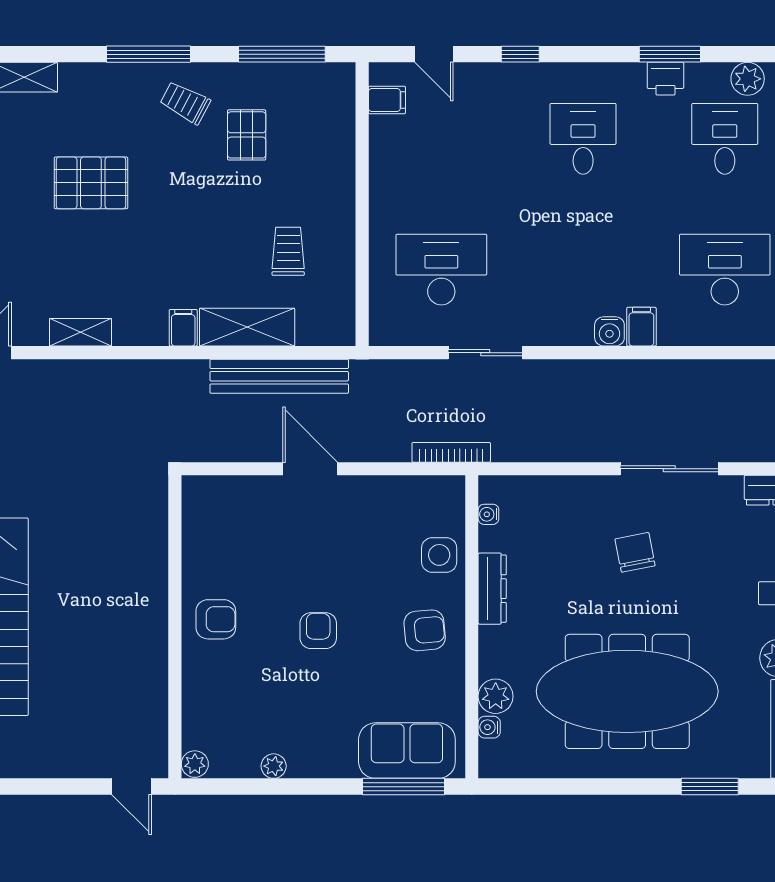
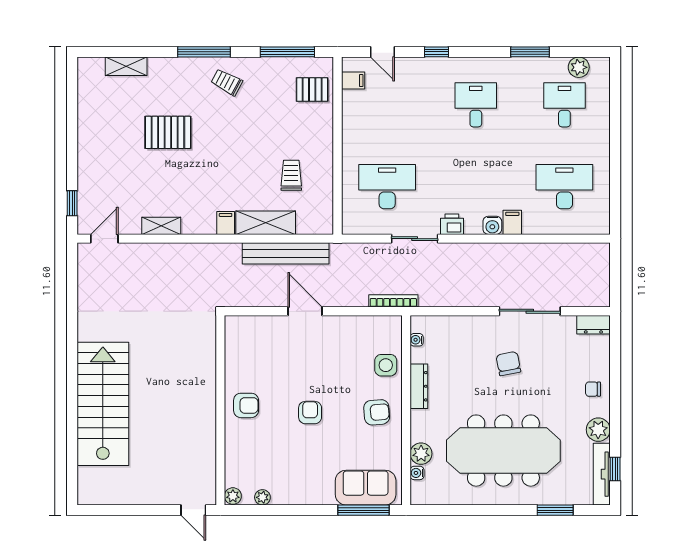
printer: (665, 79) -> (452, 224), moved, turned 180
pallet: (247, 135) -> (312, 90), moved, turned 90
plant: (274, 766) -> (262, 497), moved

